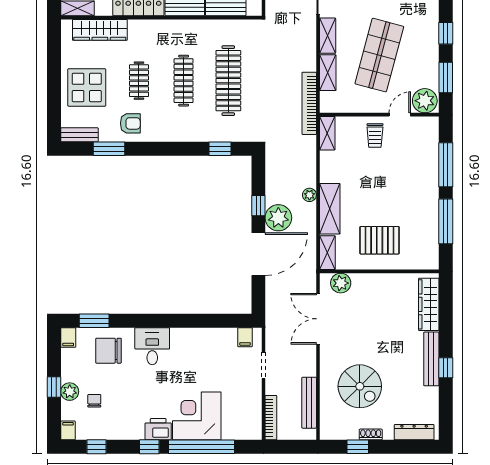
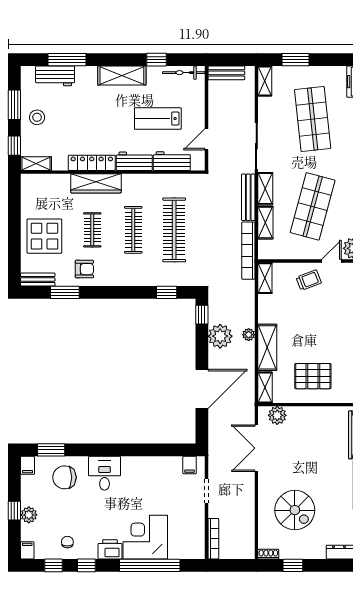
wardrobe: (100, 30) -> (96, 183), moved
trolley: (375, 135) -> (309, 280), turned -111
window: (258, 206) -> (202, 315), moved
plant: (278, 218) -> (220, 336), moved
chair: (94, 401) -> (67, 542), moved
bench: (309, 403) -> (248, 197), moved
shoe rack: (371, 434) -> (268, 554), moved
window: (149, 447) -> (86, 565), moved

